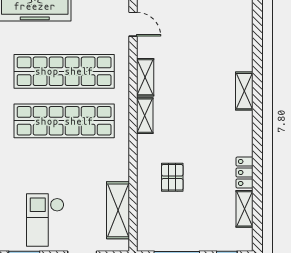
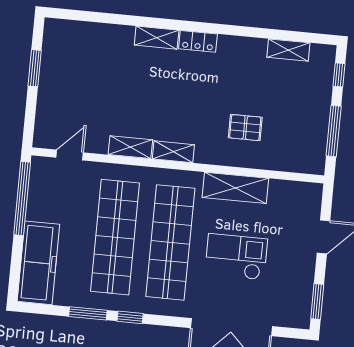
locker: (245, 172) -> (198, 41), moved
shelving: (118, 210) -> (235, 188), moved
checkout: (45, 220) -> (236, 257), moved, turned 180

